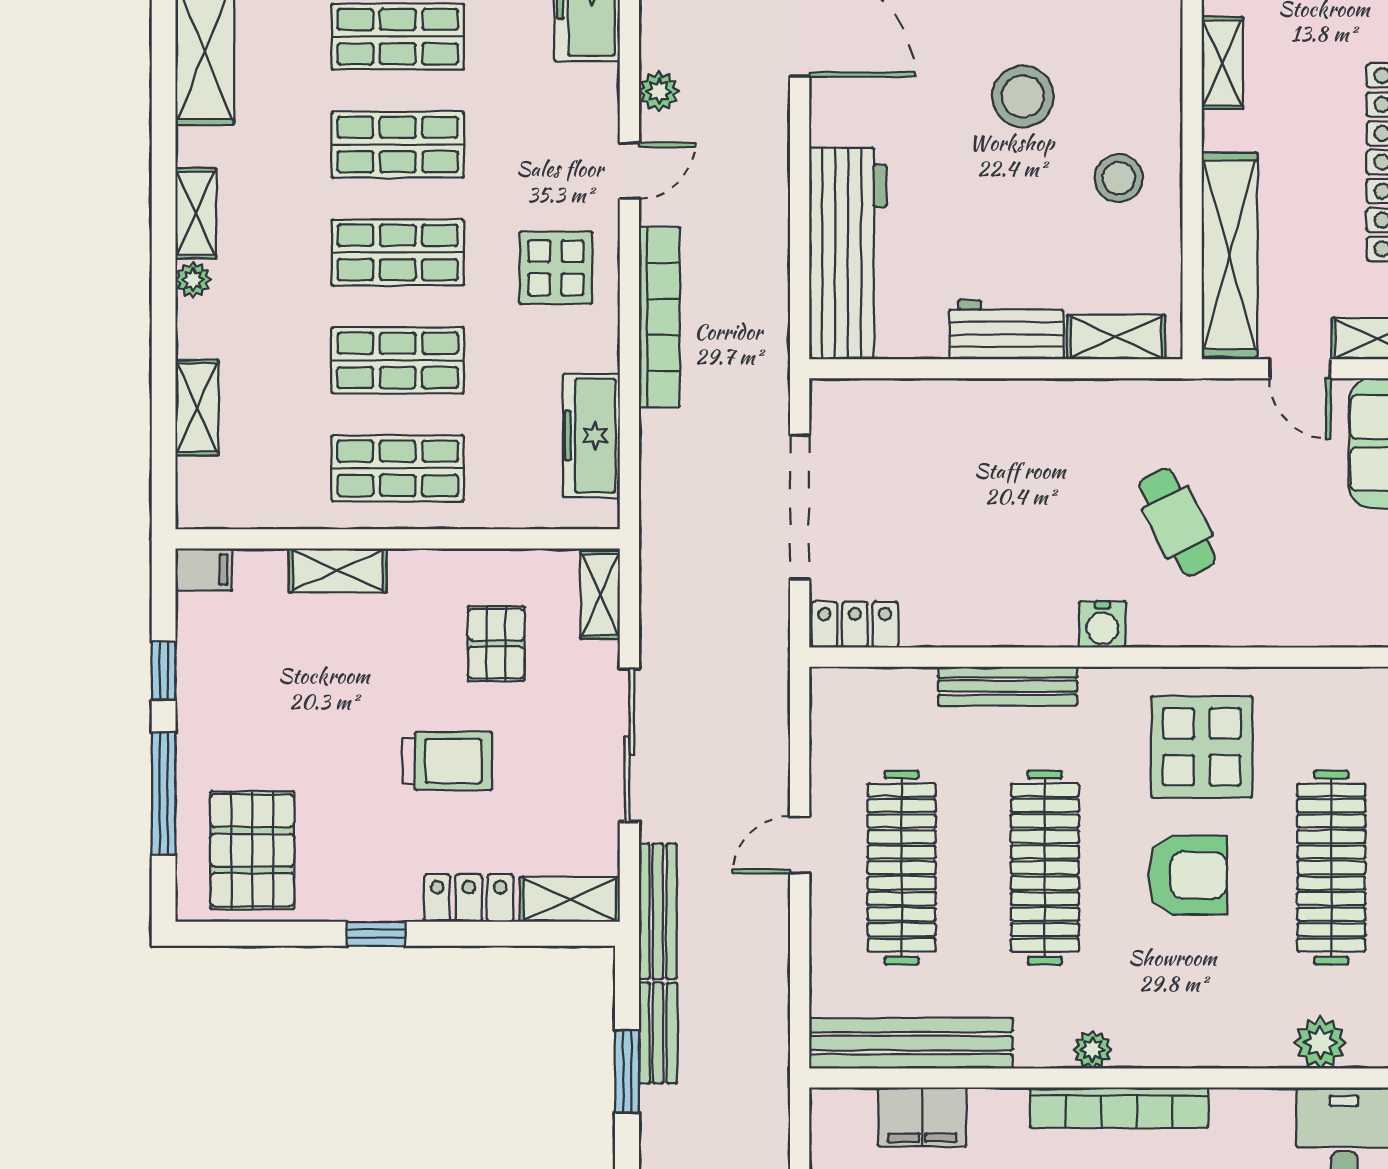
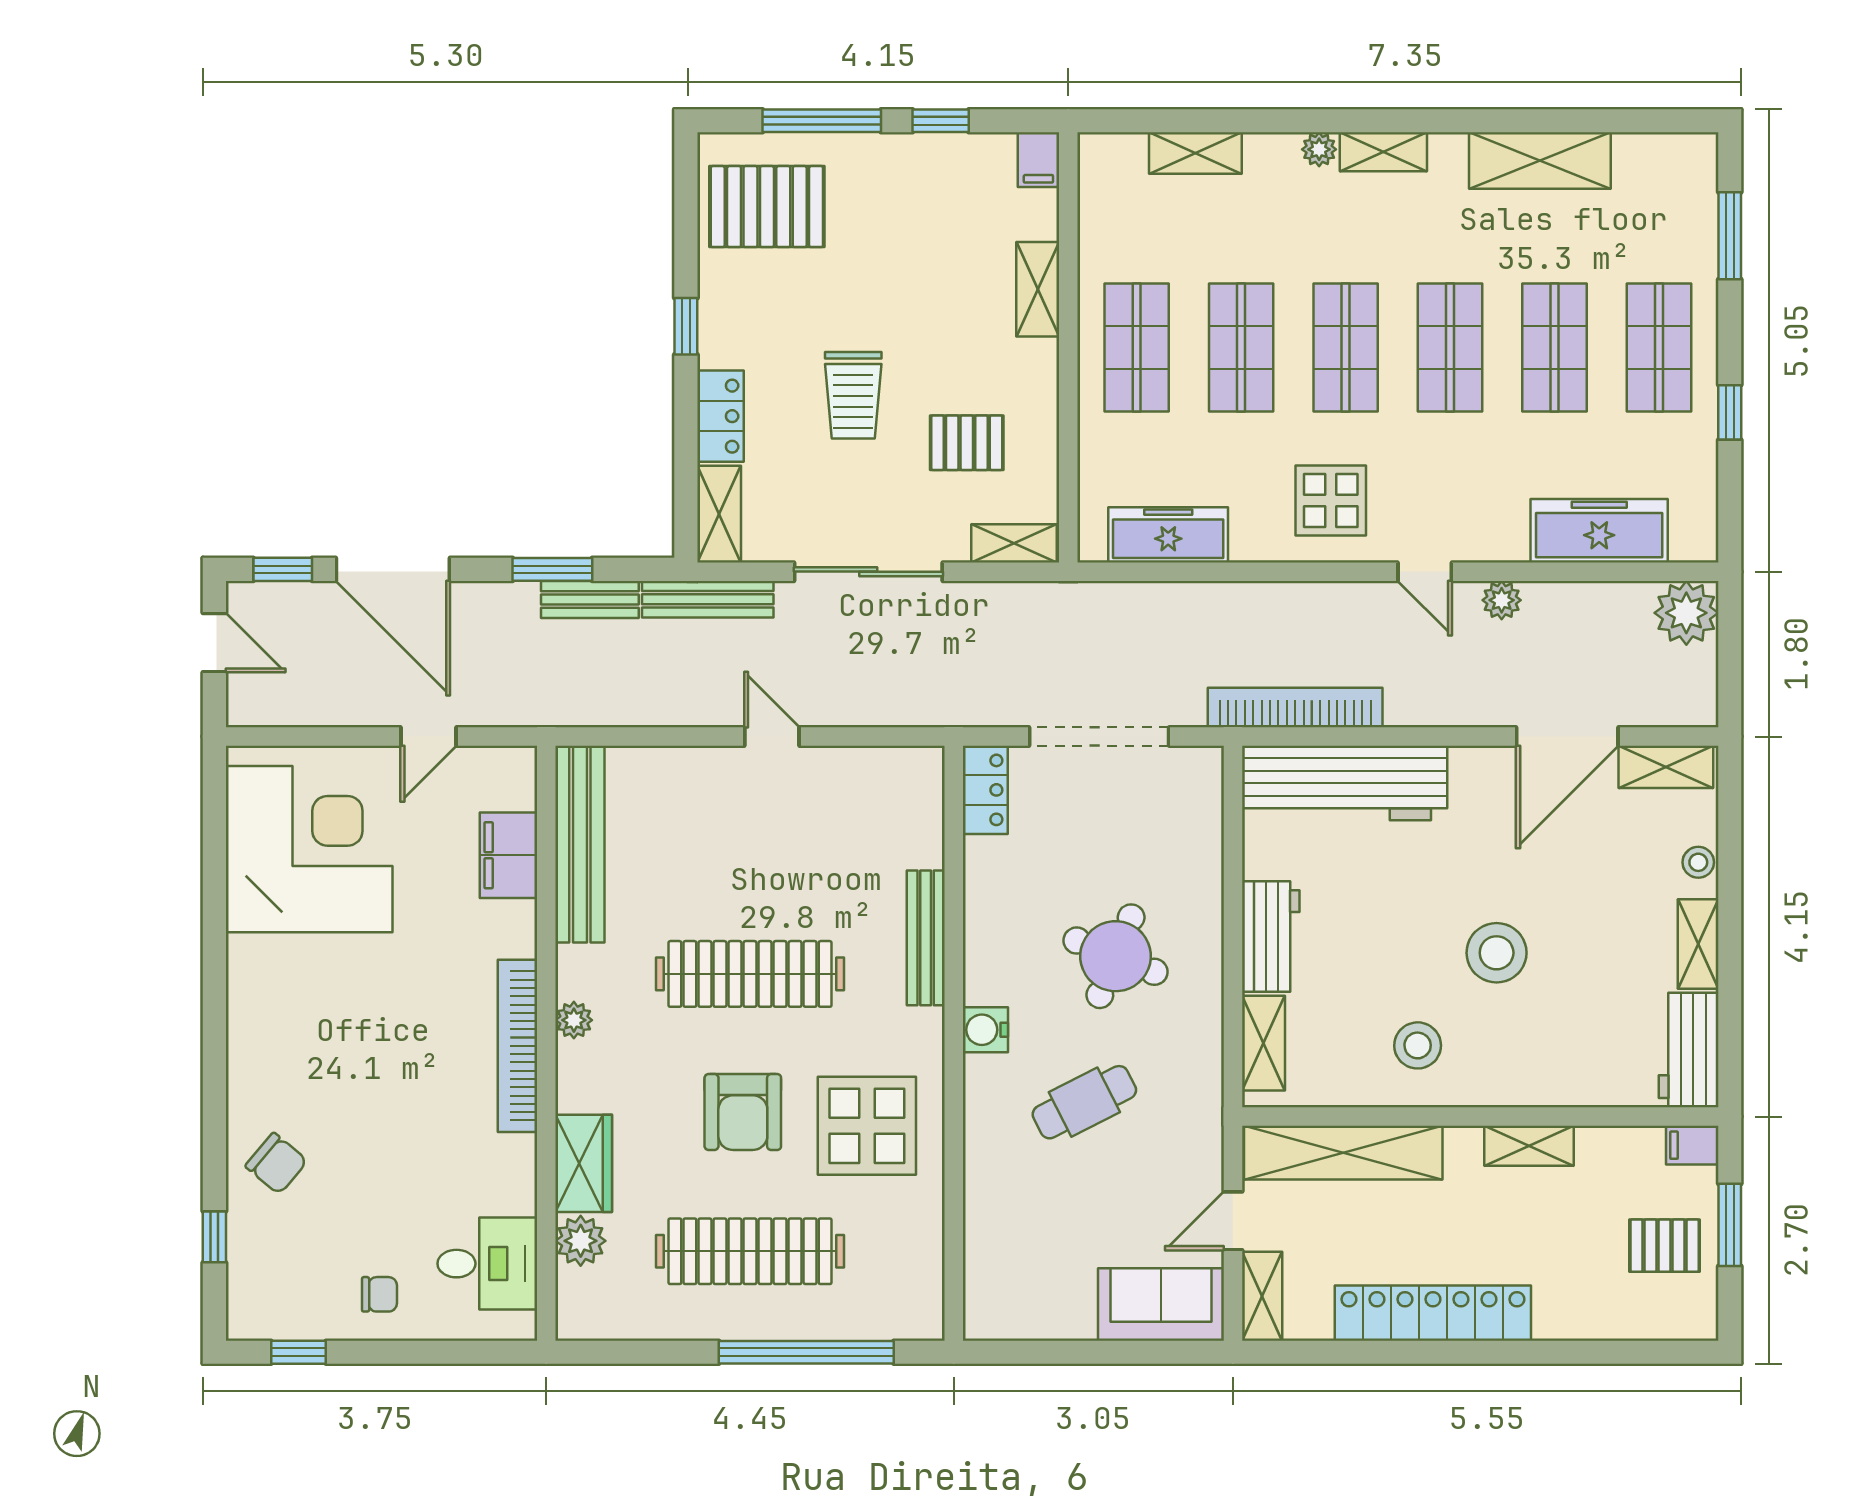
bookcase: (659, 317) -> (1295, 708), moved, turned 180
round table: (1027, 490) -> (1115, 956), added
clothes rail: (902, 868) -> (750, 835), removed
wardrobe: (1241, 1039) -> (584, 1163), added

